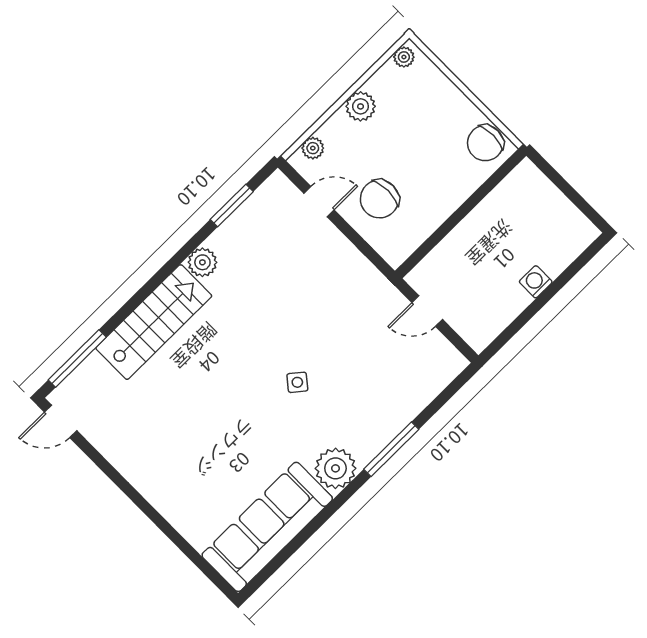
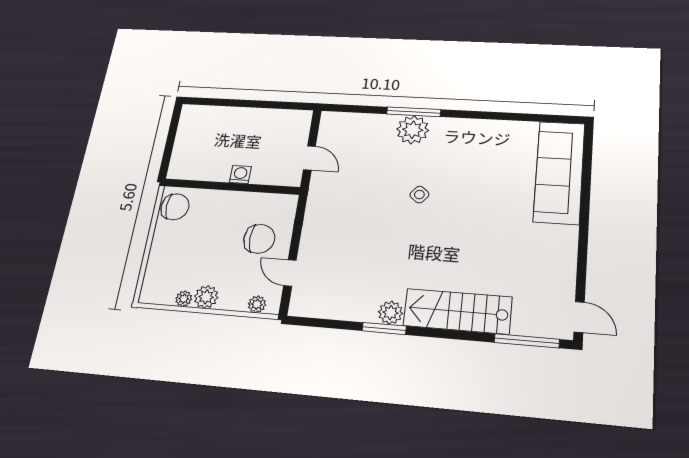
plant: (404, 57) -> (184, 299), moved
window: (232, 206) -> (384, 328), moved
washing machine: (536, 282) -> (240, 174), moved, turned 180
plant: (335, 468) -> (413, 130), moved
sofa: (267, 527) -> (559, 172), moved, turned 90

